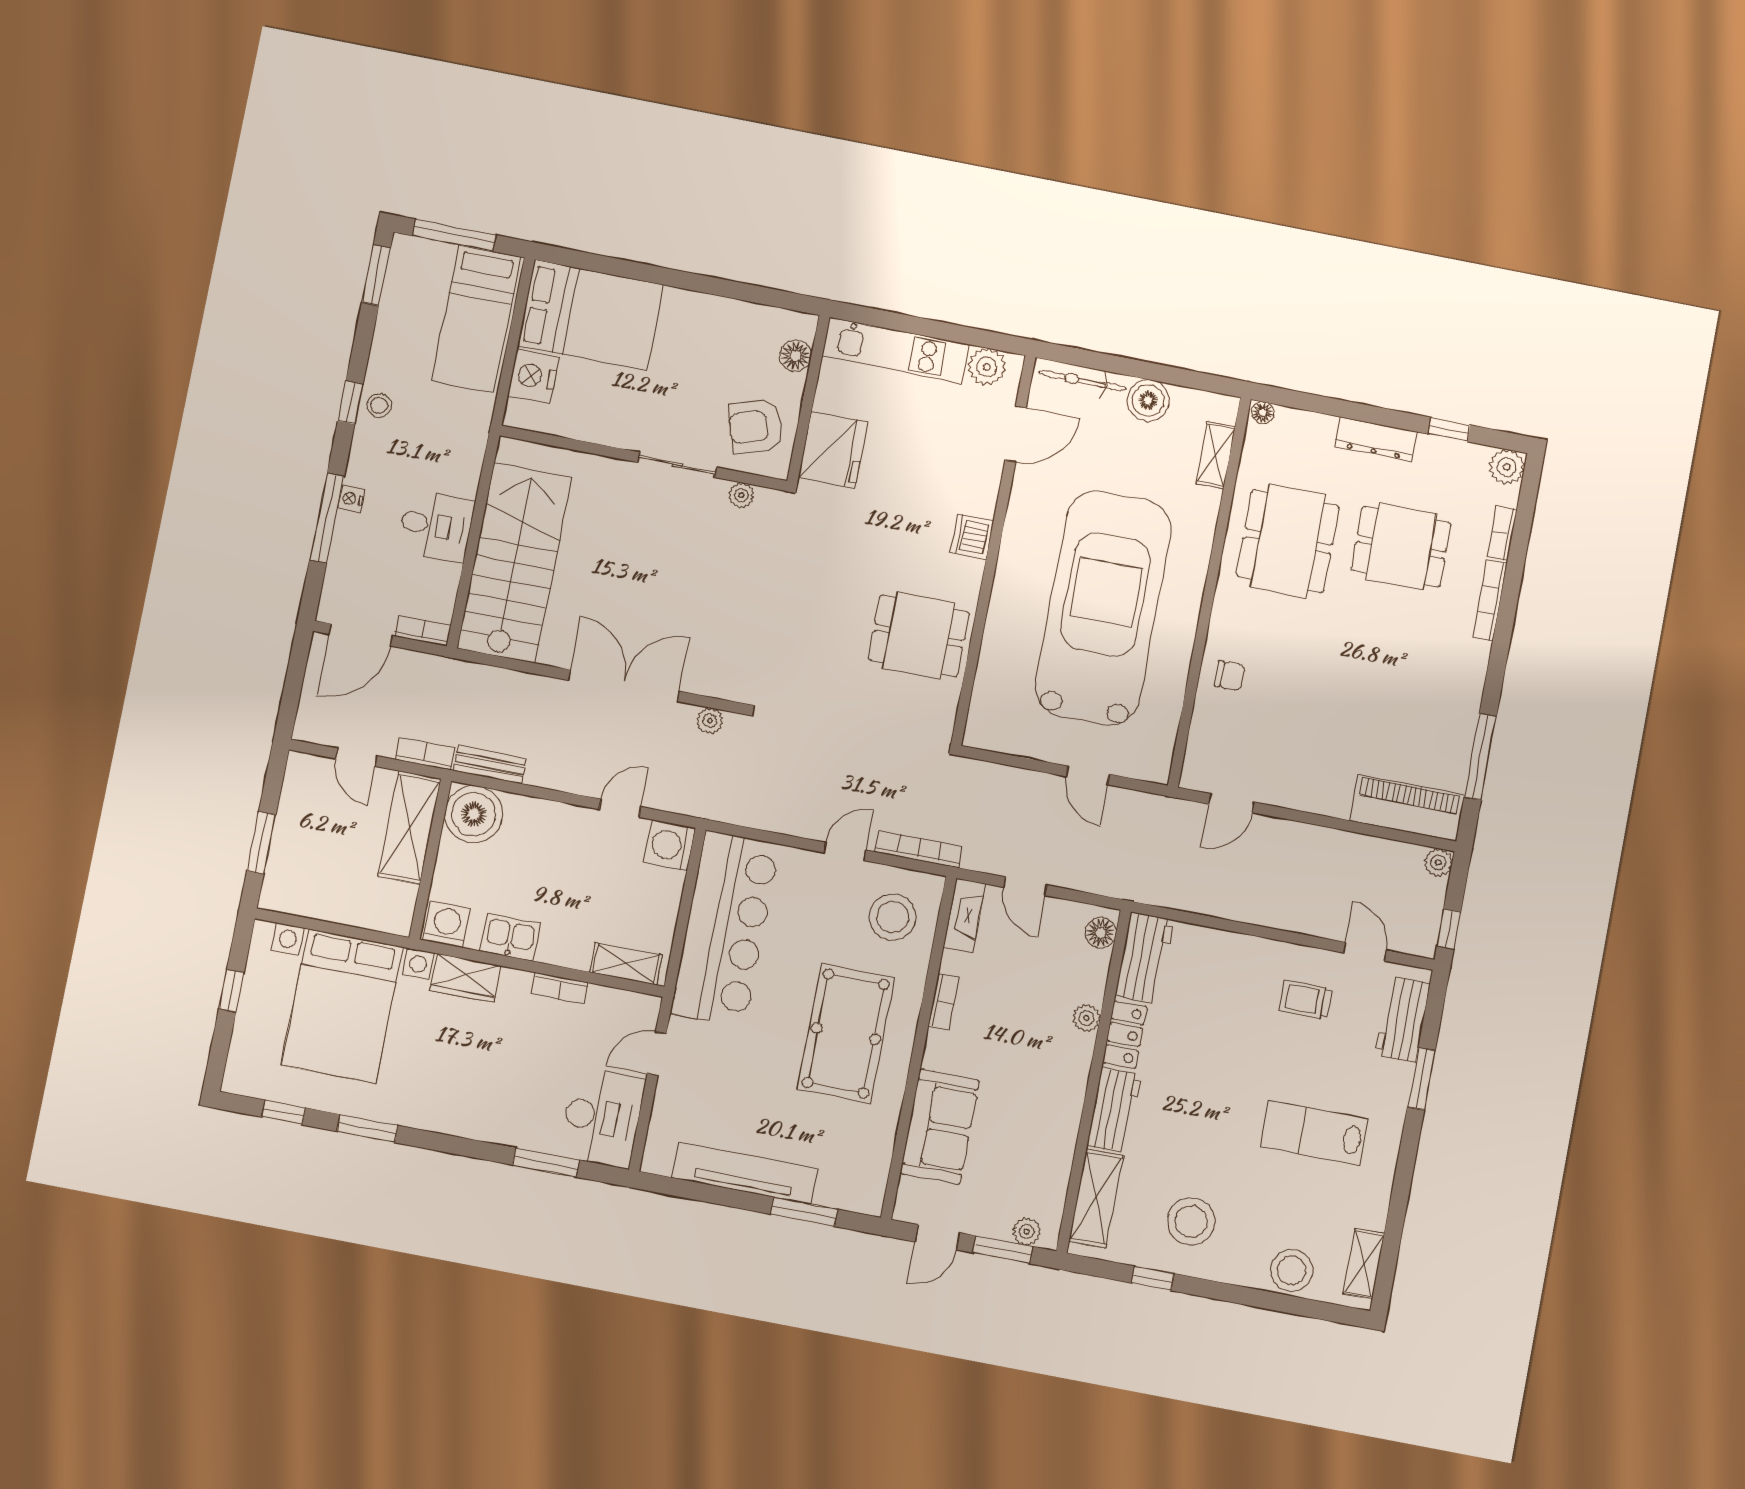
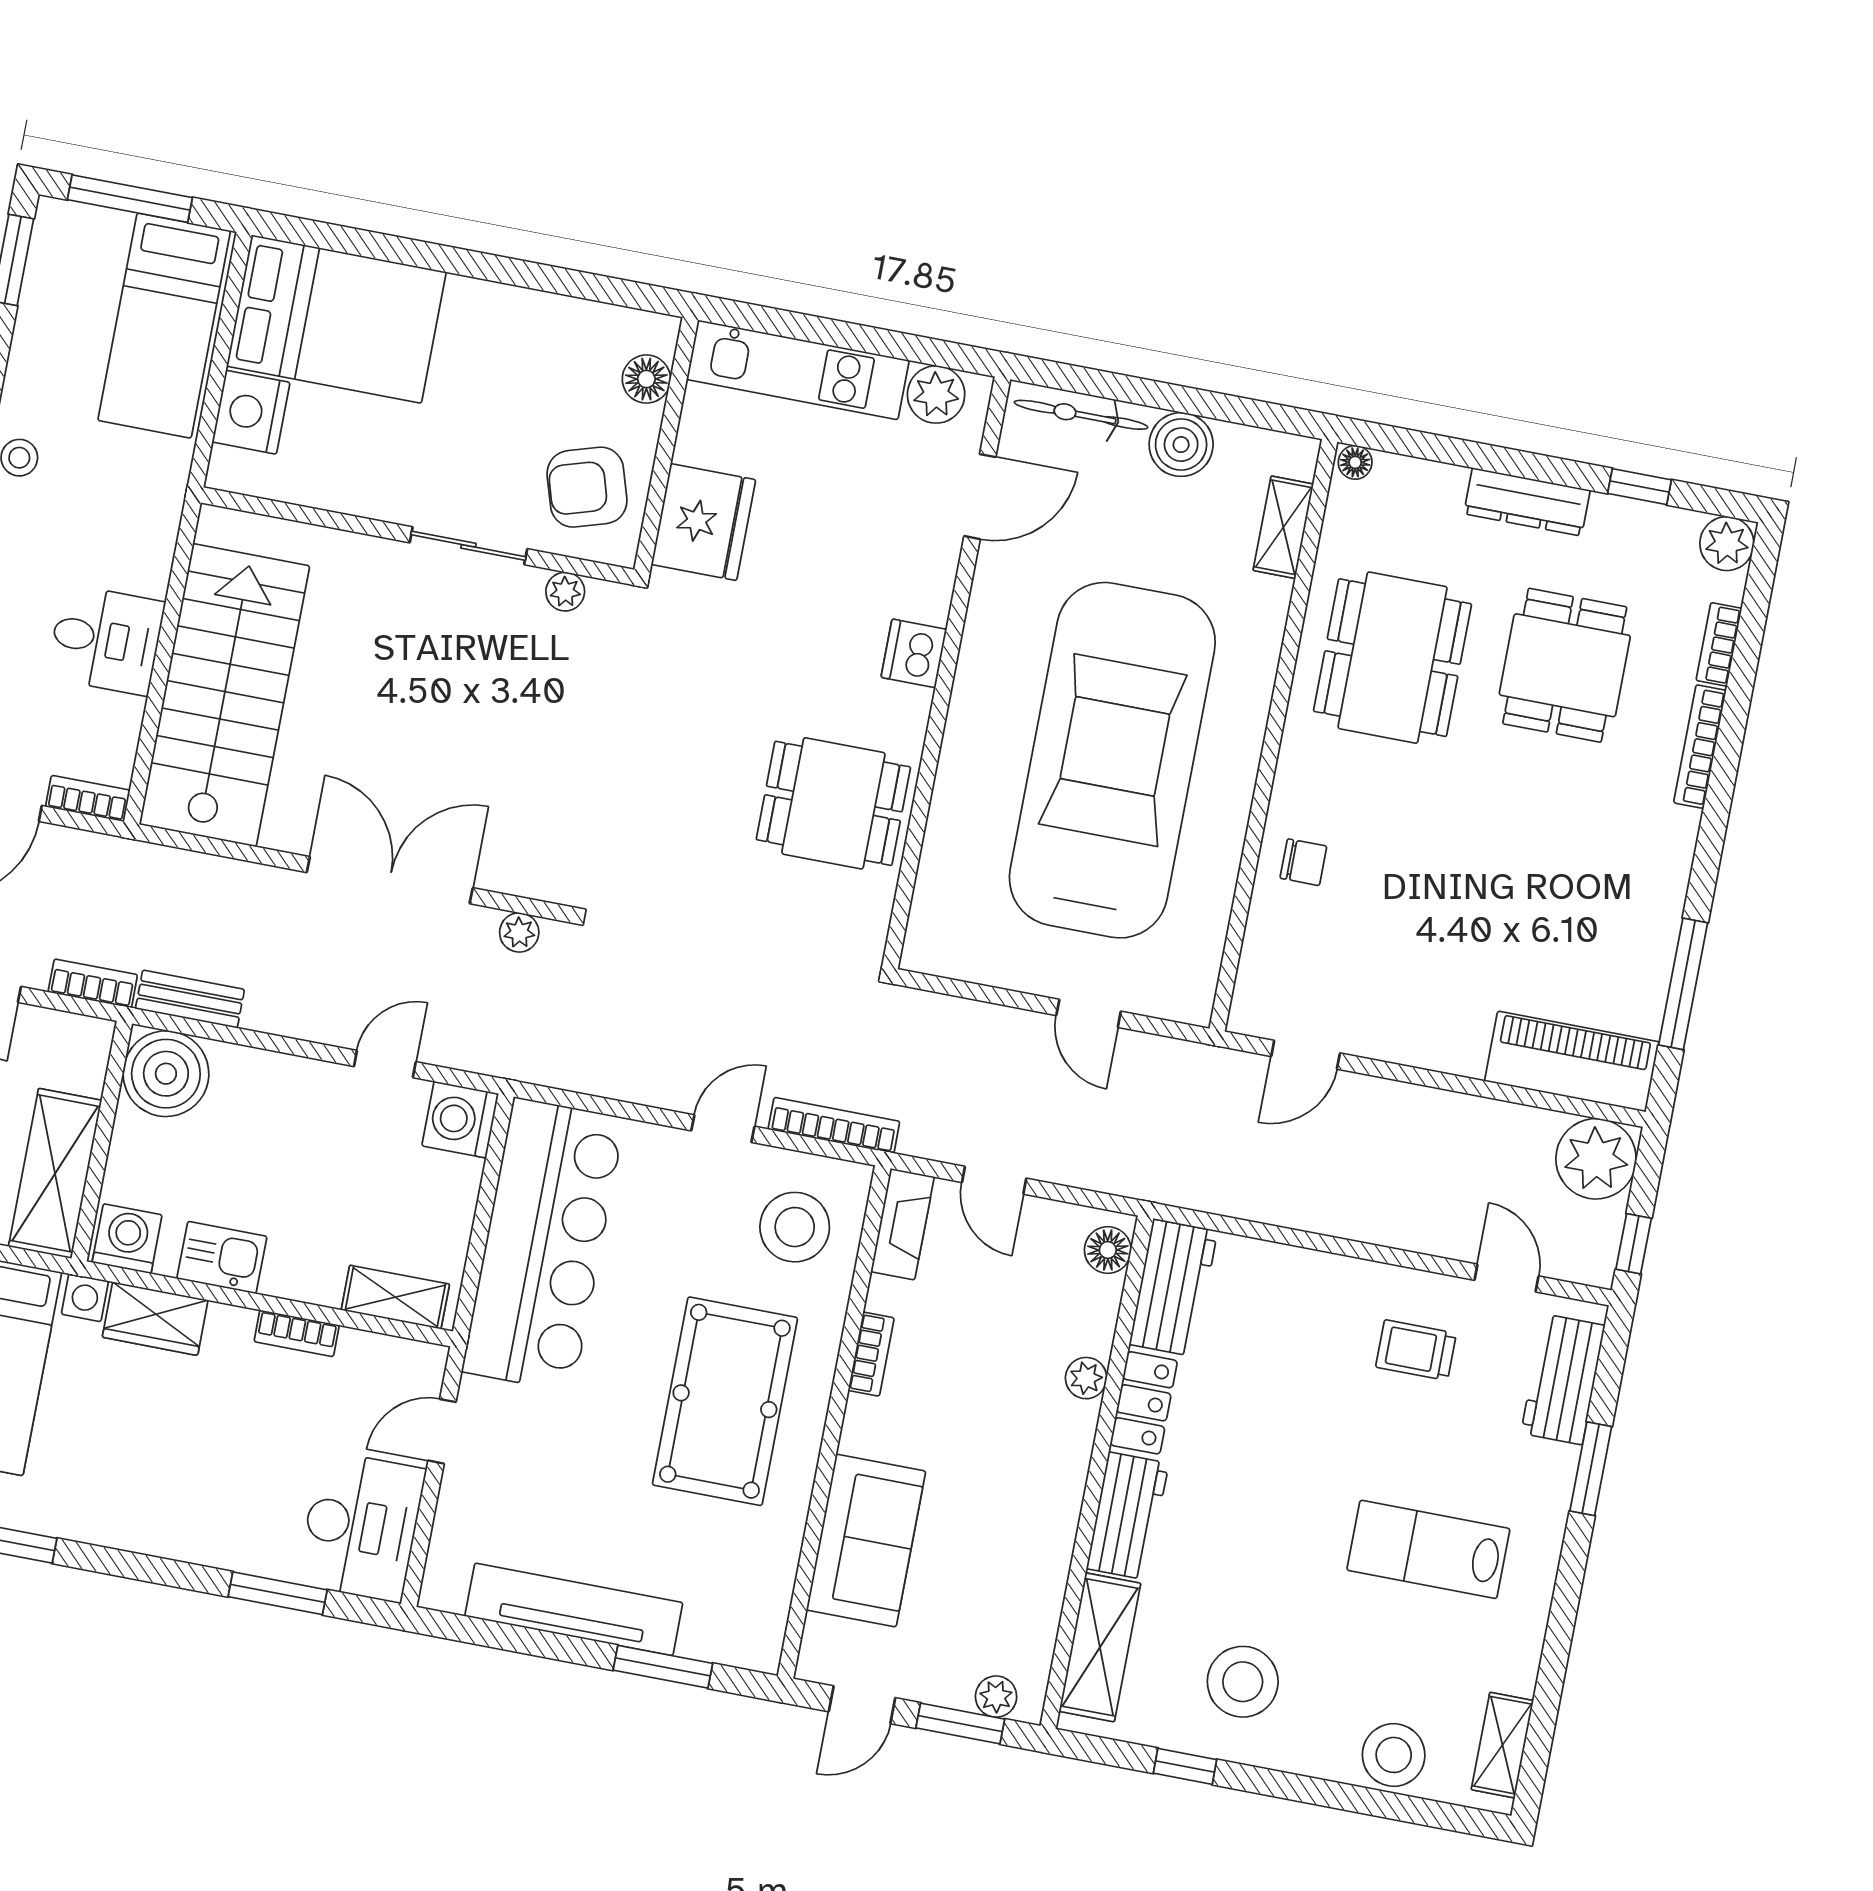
dining table: (1401, 547) -> (1565, 665), turned 90
shelving: (409, 827) -> (55, 1173), moved
plant: (1438, 863) -> (1596, 1159), width x1.88, depth x1.88

